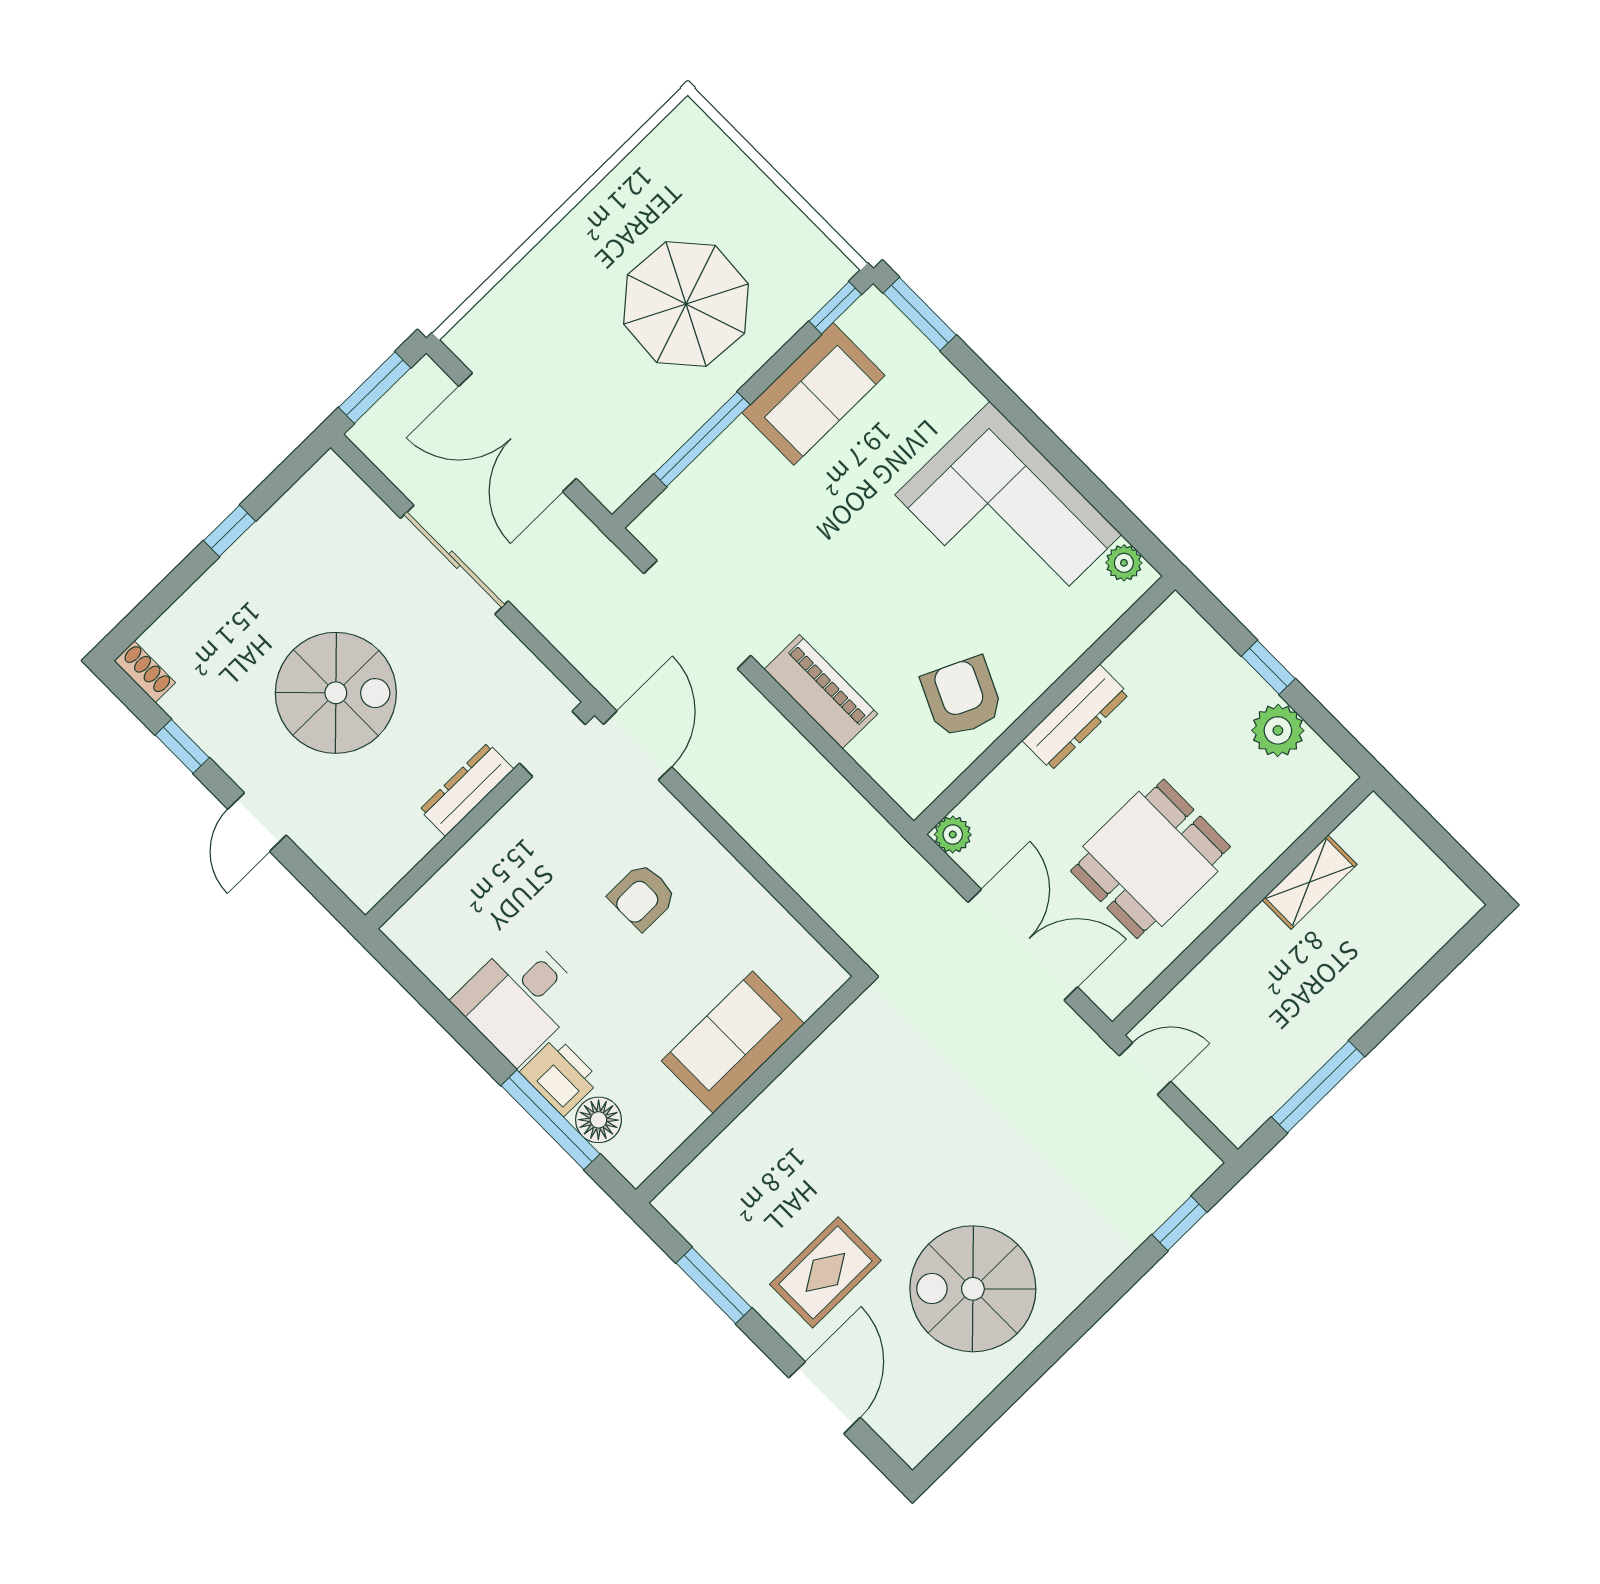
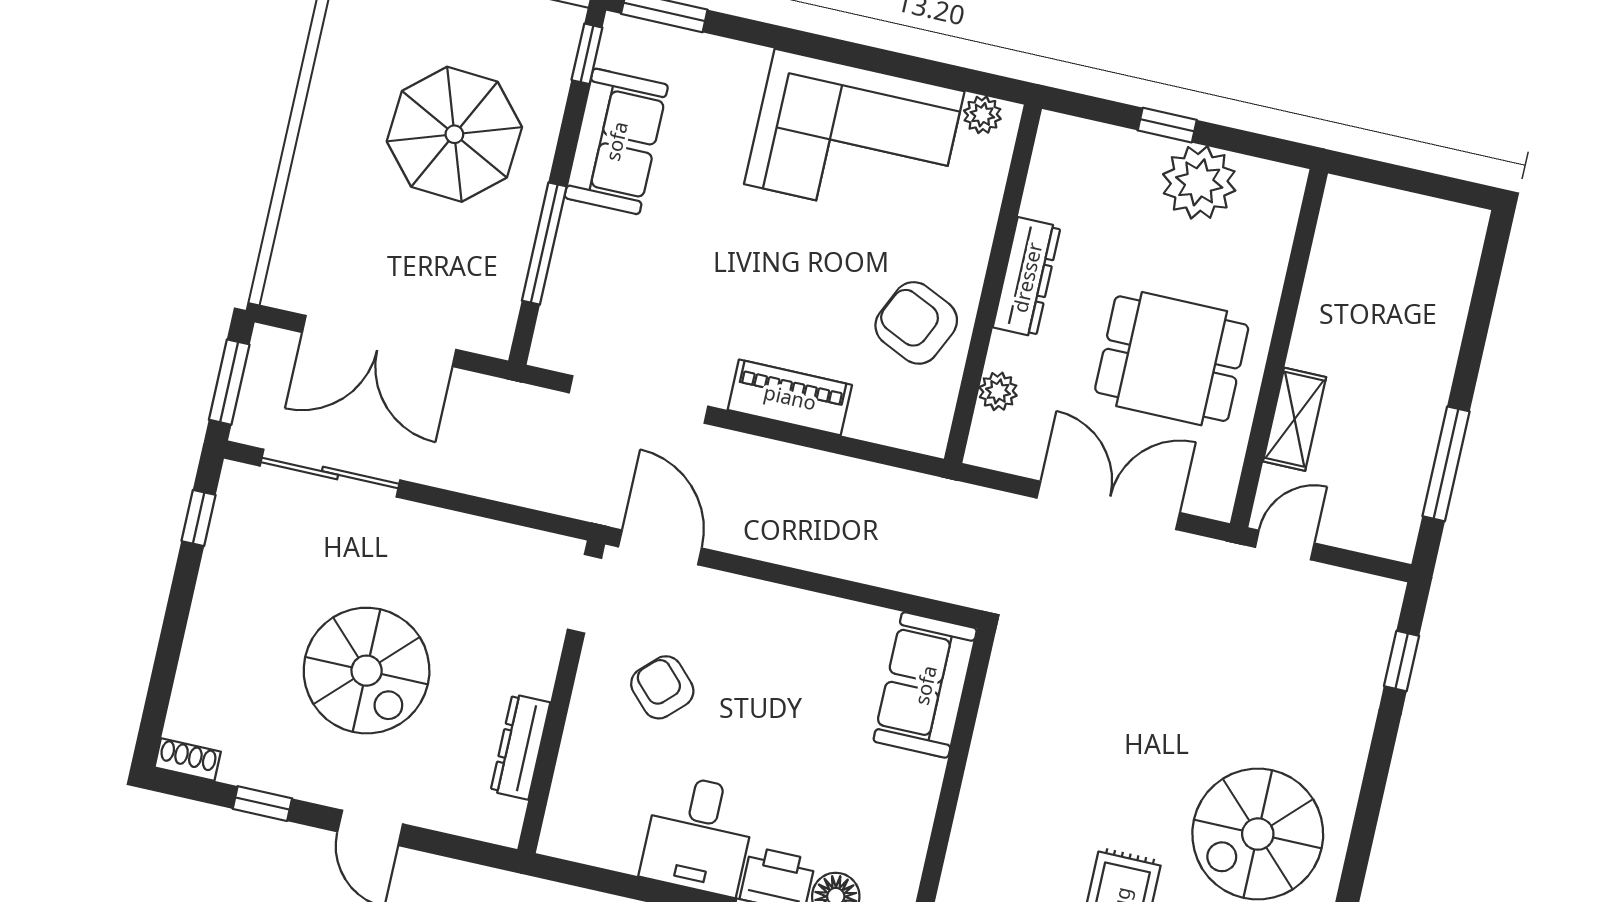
window: (229, 531) -> (199, 518), moved
sliding door: (454, 560) -> (330, 473), moved
spiral stairs: (336, 693) -> (367, 671), turned 90
plant: (1278, 730) -> (1199, 182), width x1.36, depth x1.36
dresser: (467, 790) -> (520, 747), moved
plant: (953, 834) -> (998, 391), moved
dining table: (1150, 859) -> (1172, 359), turned 90
shelving: (1309, 882) -> (1295, 419), moved
armchair: (642, 897) -> (662, 687), moved, turned 136
sofa: (733, 1042) -> (925, 685), moved

